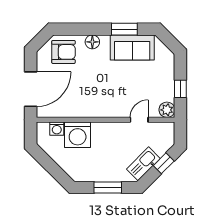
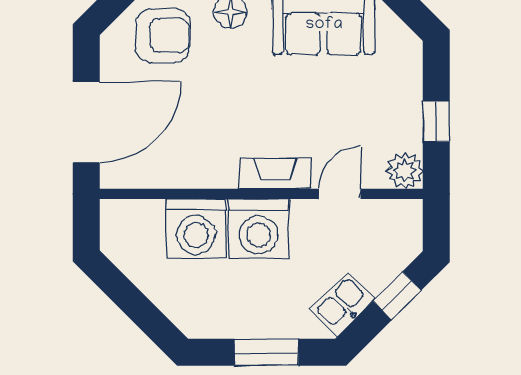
fireplace: (112, 111) -> (275, 174), added
washing machine: (57, 129) -> (259, 229), moved, width x1.89, depth x1.89
kitchen sink: (143, 164) -> (342, 304), width x0.73

